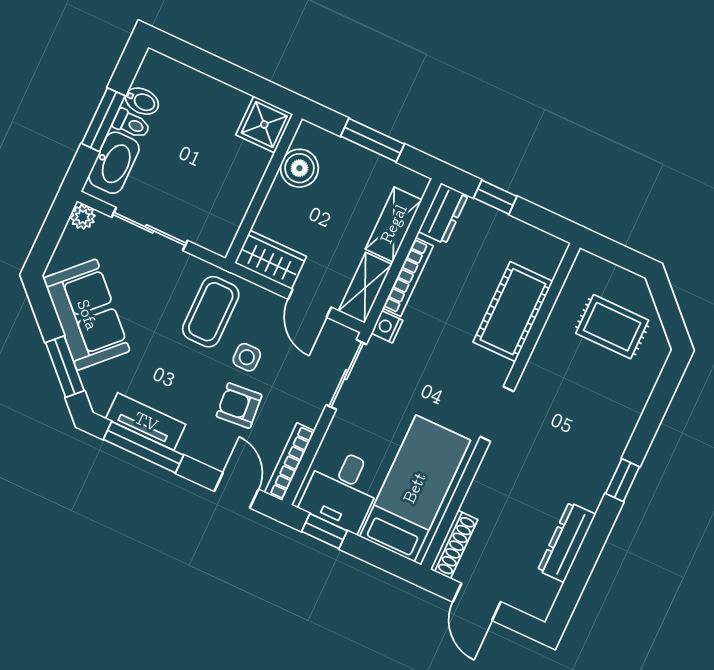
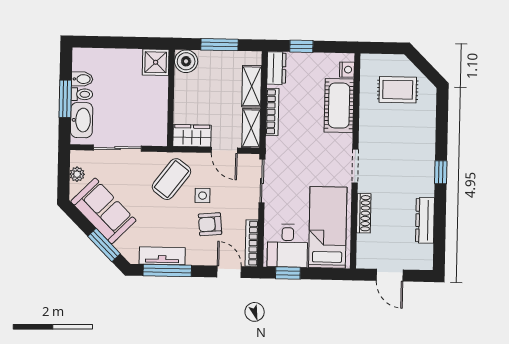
boiler: (299, 168) -> (186, 61), moved
plant: (83, 217) -> (77, 174), moved
coffee table: (211, 312) -> (171, 179), turned 37
nightstand: (387, 327) -> (347, 70), moved, turned 180
shoe rack: (454, 544) -> (364, 213), moved

